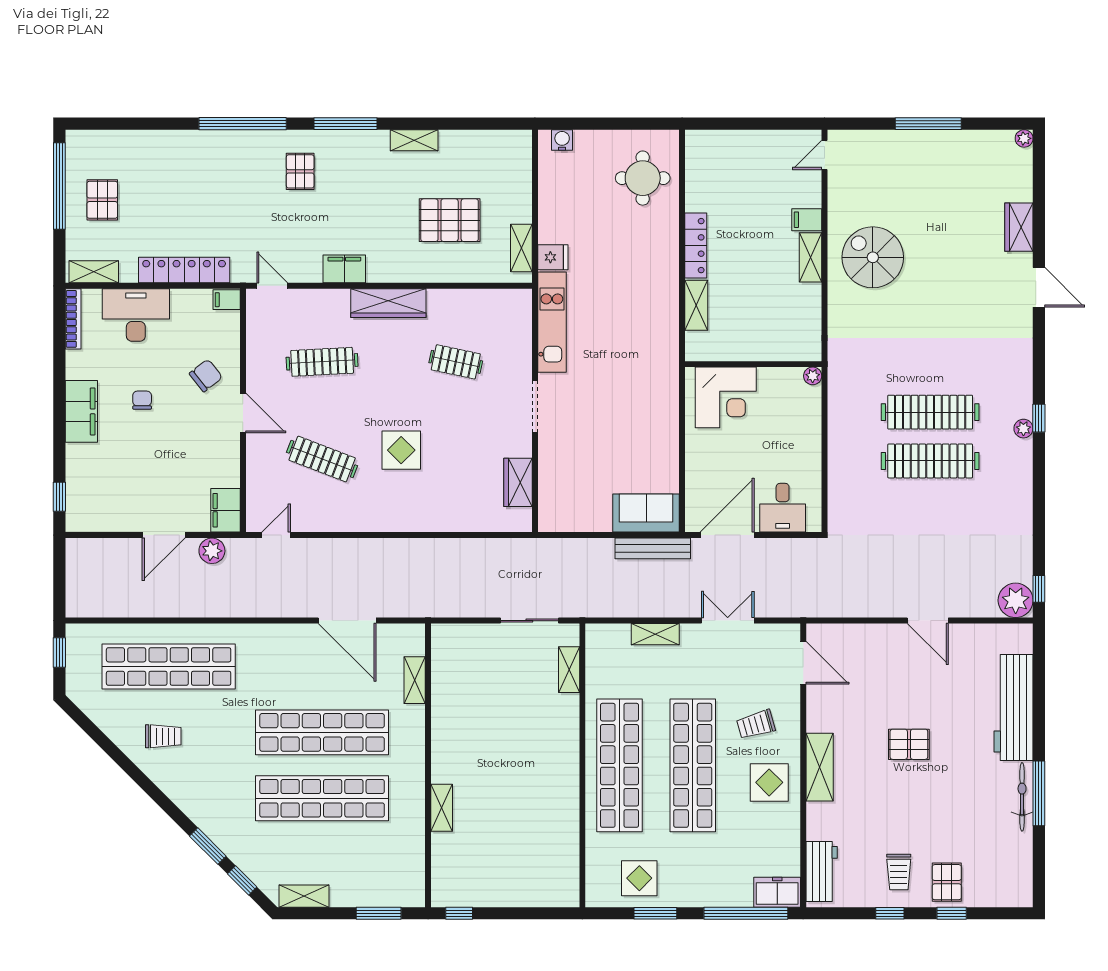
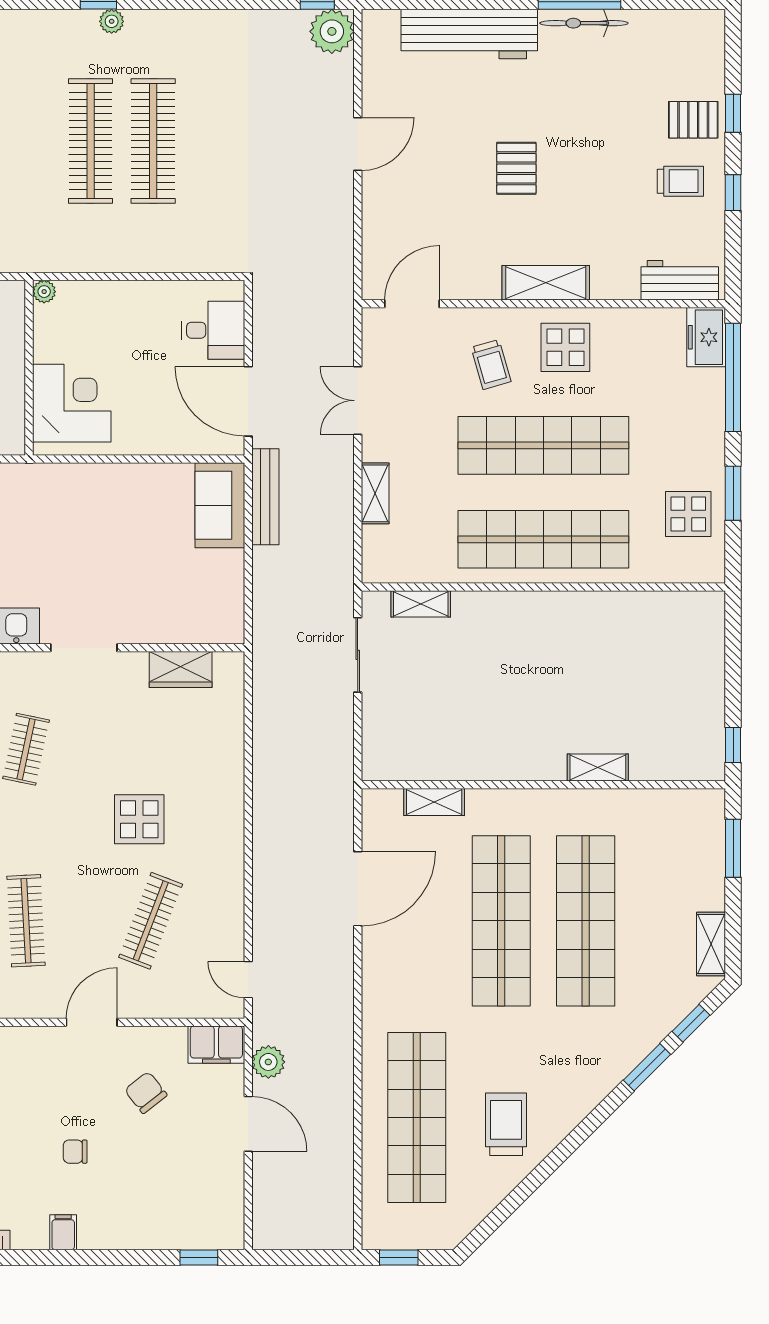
chair: (206, 375) -> (146, 1092), moved
filing cabinet: (81, 411) -> (63, 1232), width x0.33, depth x0.86
trolley: (163, 736) -> (506, 1124), width x1.36, depth x1.39

